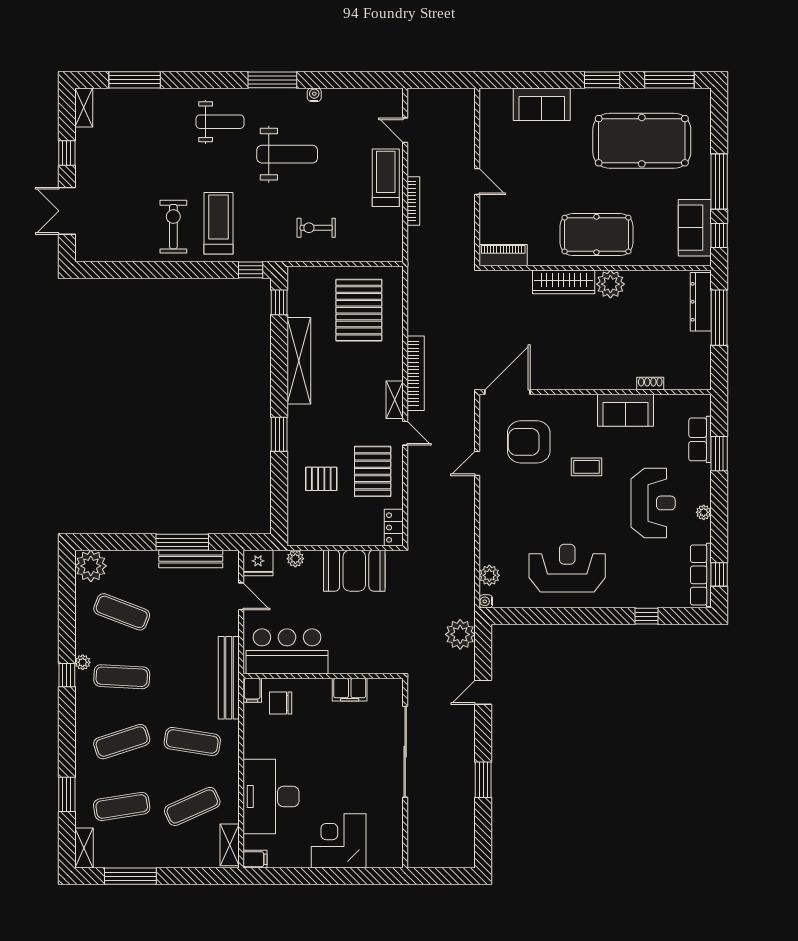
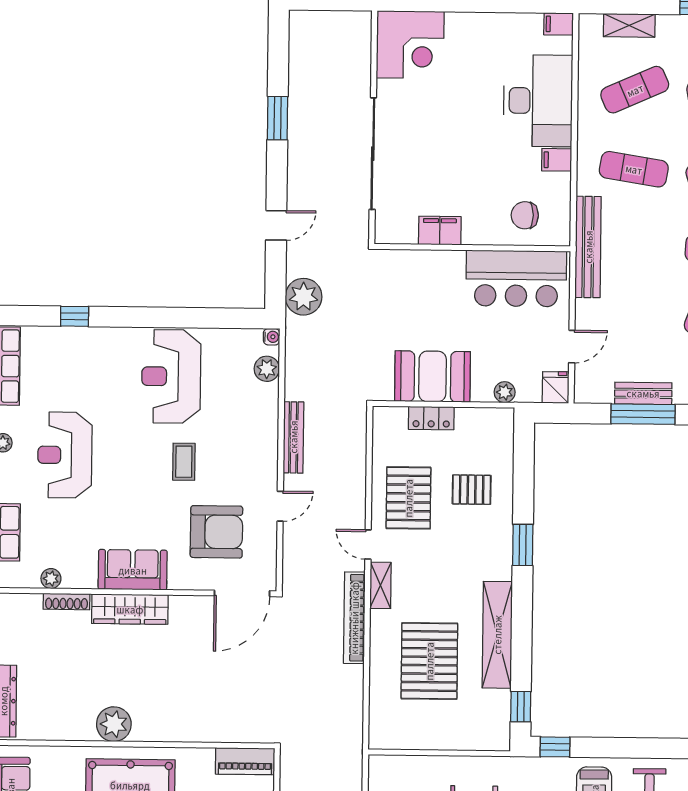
wardrobe: (564, 282) -> (130, 609), moved, turned 180
pallet: (359, 310) -> (429, 661), moved
shoe rack: (650, 384) -> (67, 602), width x1.43
plant: (663, 402) -> (51, 579), added
sofa: (625, 410) -> (133, 570), moved
coffee table: (586, 467) -> (184, 462), moved, turned 90
bench: (467, 520) -> (293, 437), added
locker: (394, 528) -> (431, 418), moved, turned 90
bench: (191, 559) -> (643, 393), width x0.73
fridge: (258, 563) -> (556, 387), width x0.72
reception desk: (567, 568) -> (171, 376), turned 90
door: (241, 596) -> (572, 347), swing flipped
filing cabinet: (252, 690) -> (557, 160), moved, turned -90
chair: (281, 703) -> (525, 215), turned 180
corner desk: (339, 841) -> (410, 45), moved
shelving: (230, 845) -> (629, 25), moved, turned 90

